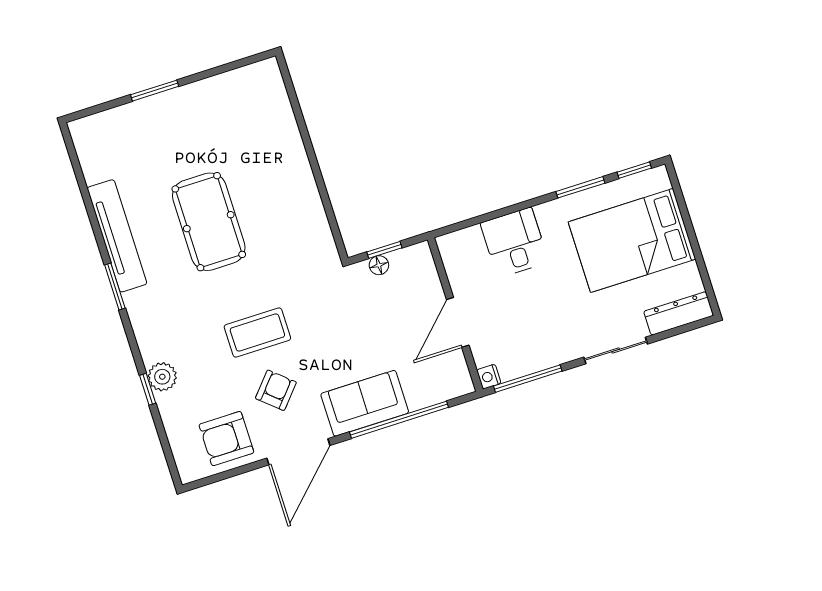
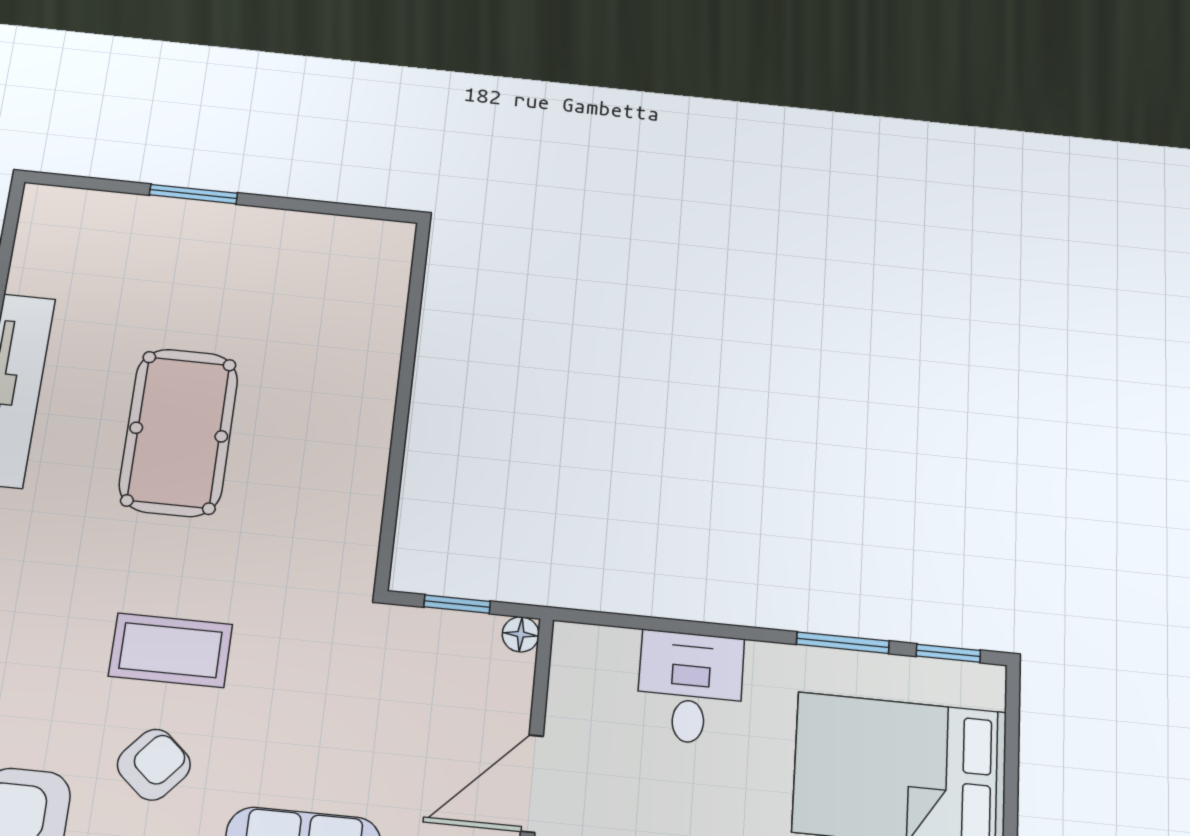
floor lamp: (379, 265) -> (521, 634), moved

